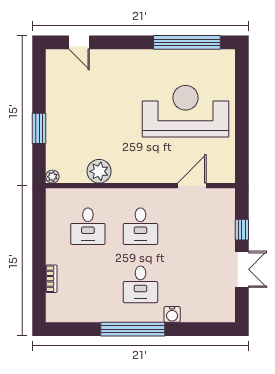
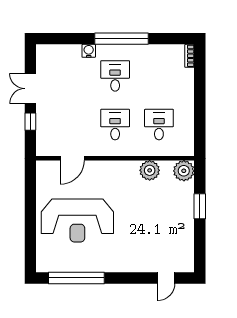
door: (79, 42) -> (166, 278), swing flipped
plant: (52, 177) -> (184, 171), width x1.88, depth x1.88
bookcase: (51, 279) -> (190, 56), moved

